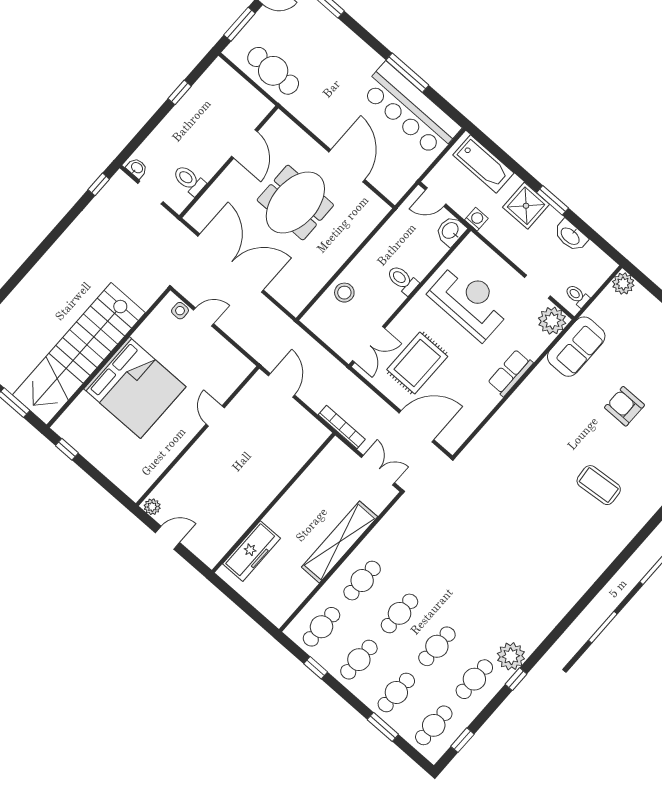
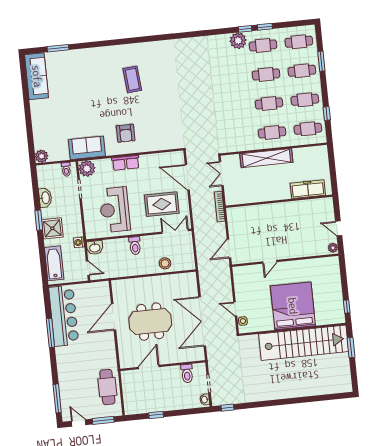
armchair: (624, 406) -> (126, 133), moved
window: (462, 740) -> (265, 27), moved

